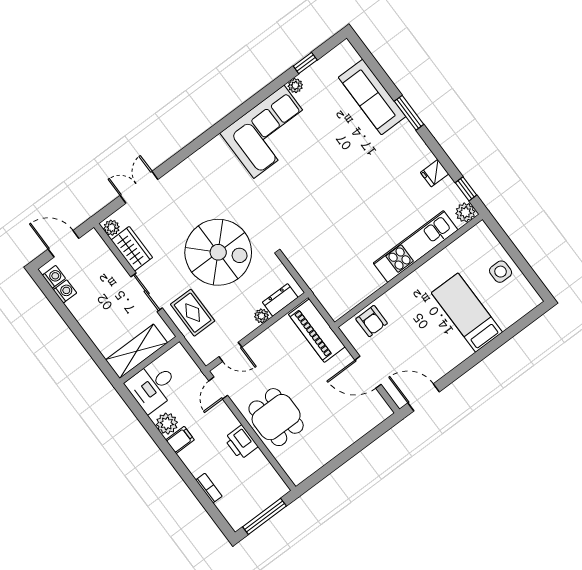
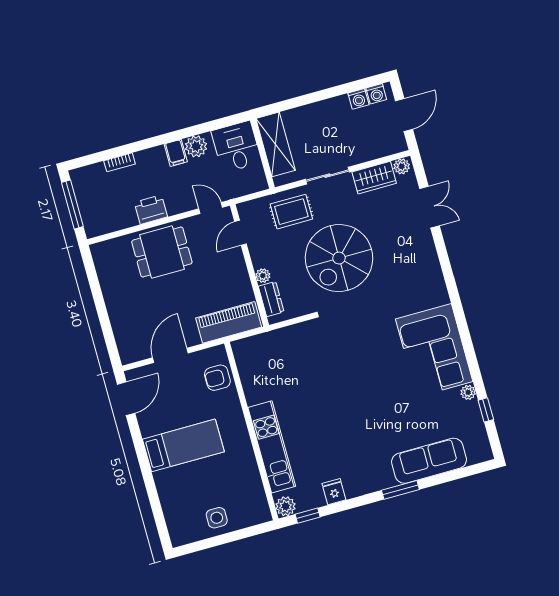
bed: (467, 313) -> (183, 445), moved

